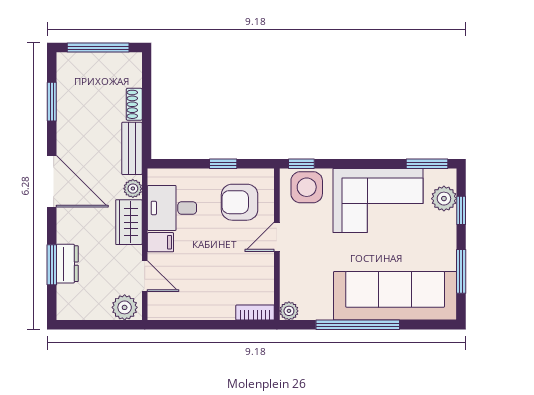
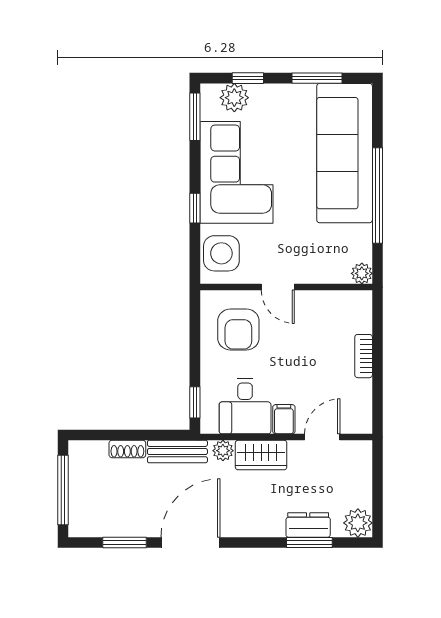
window: (223, 164) -> (195, 402), moved
window: (301, 164) -> (195, 208), moved
door: (52, 181) -> (190, 543), moved
plant: (125, 307) -> (358, 523), moved
bookcase: (255, 312) -> (364, 356), moved

